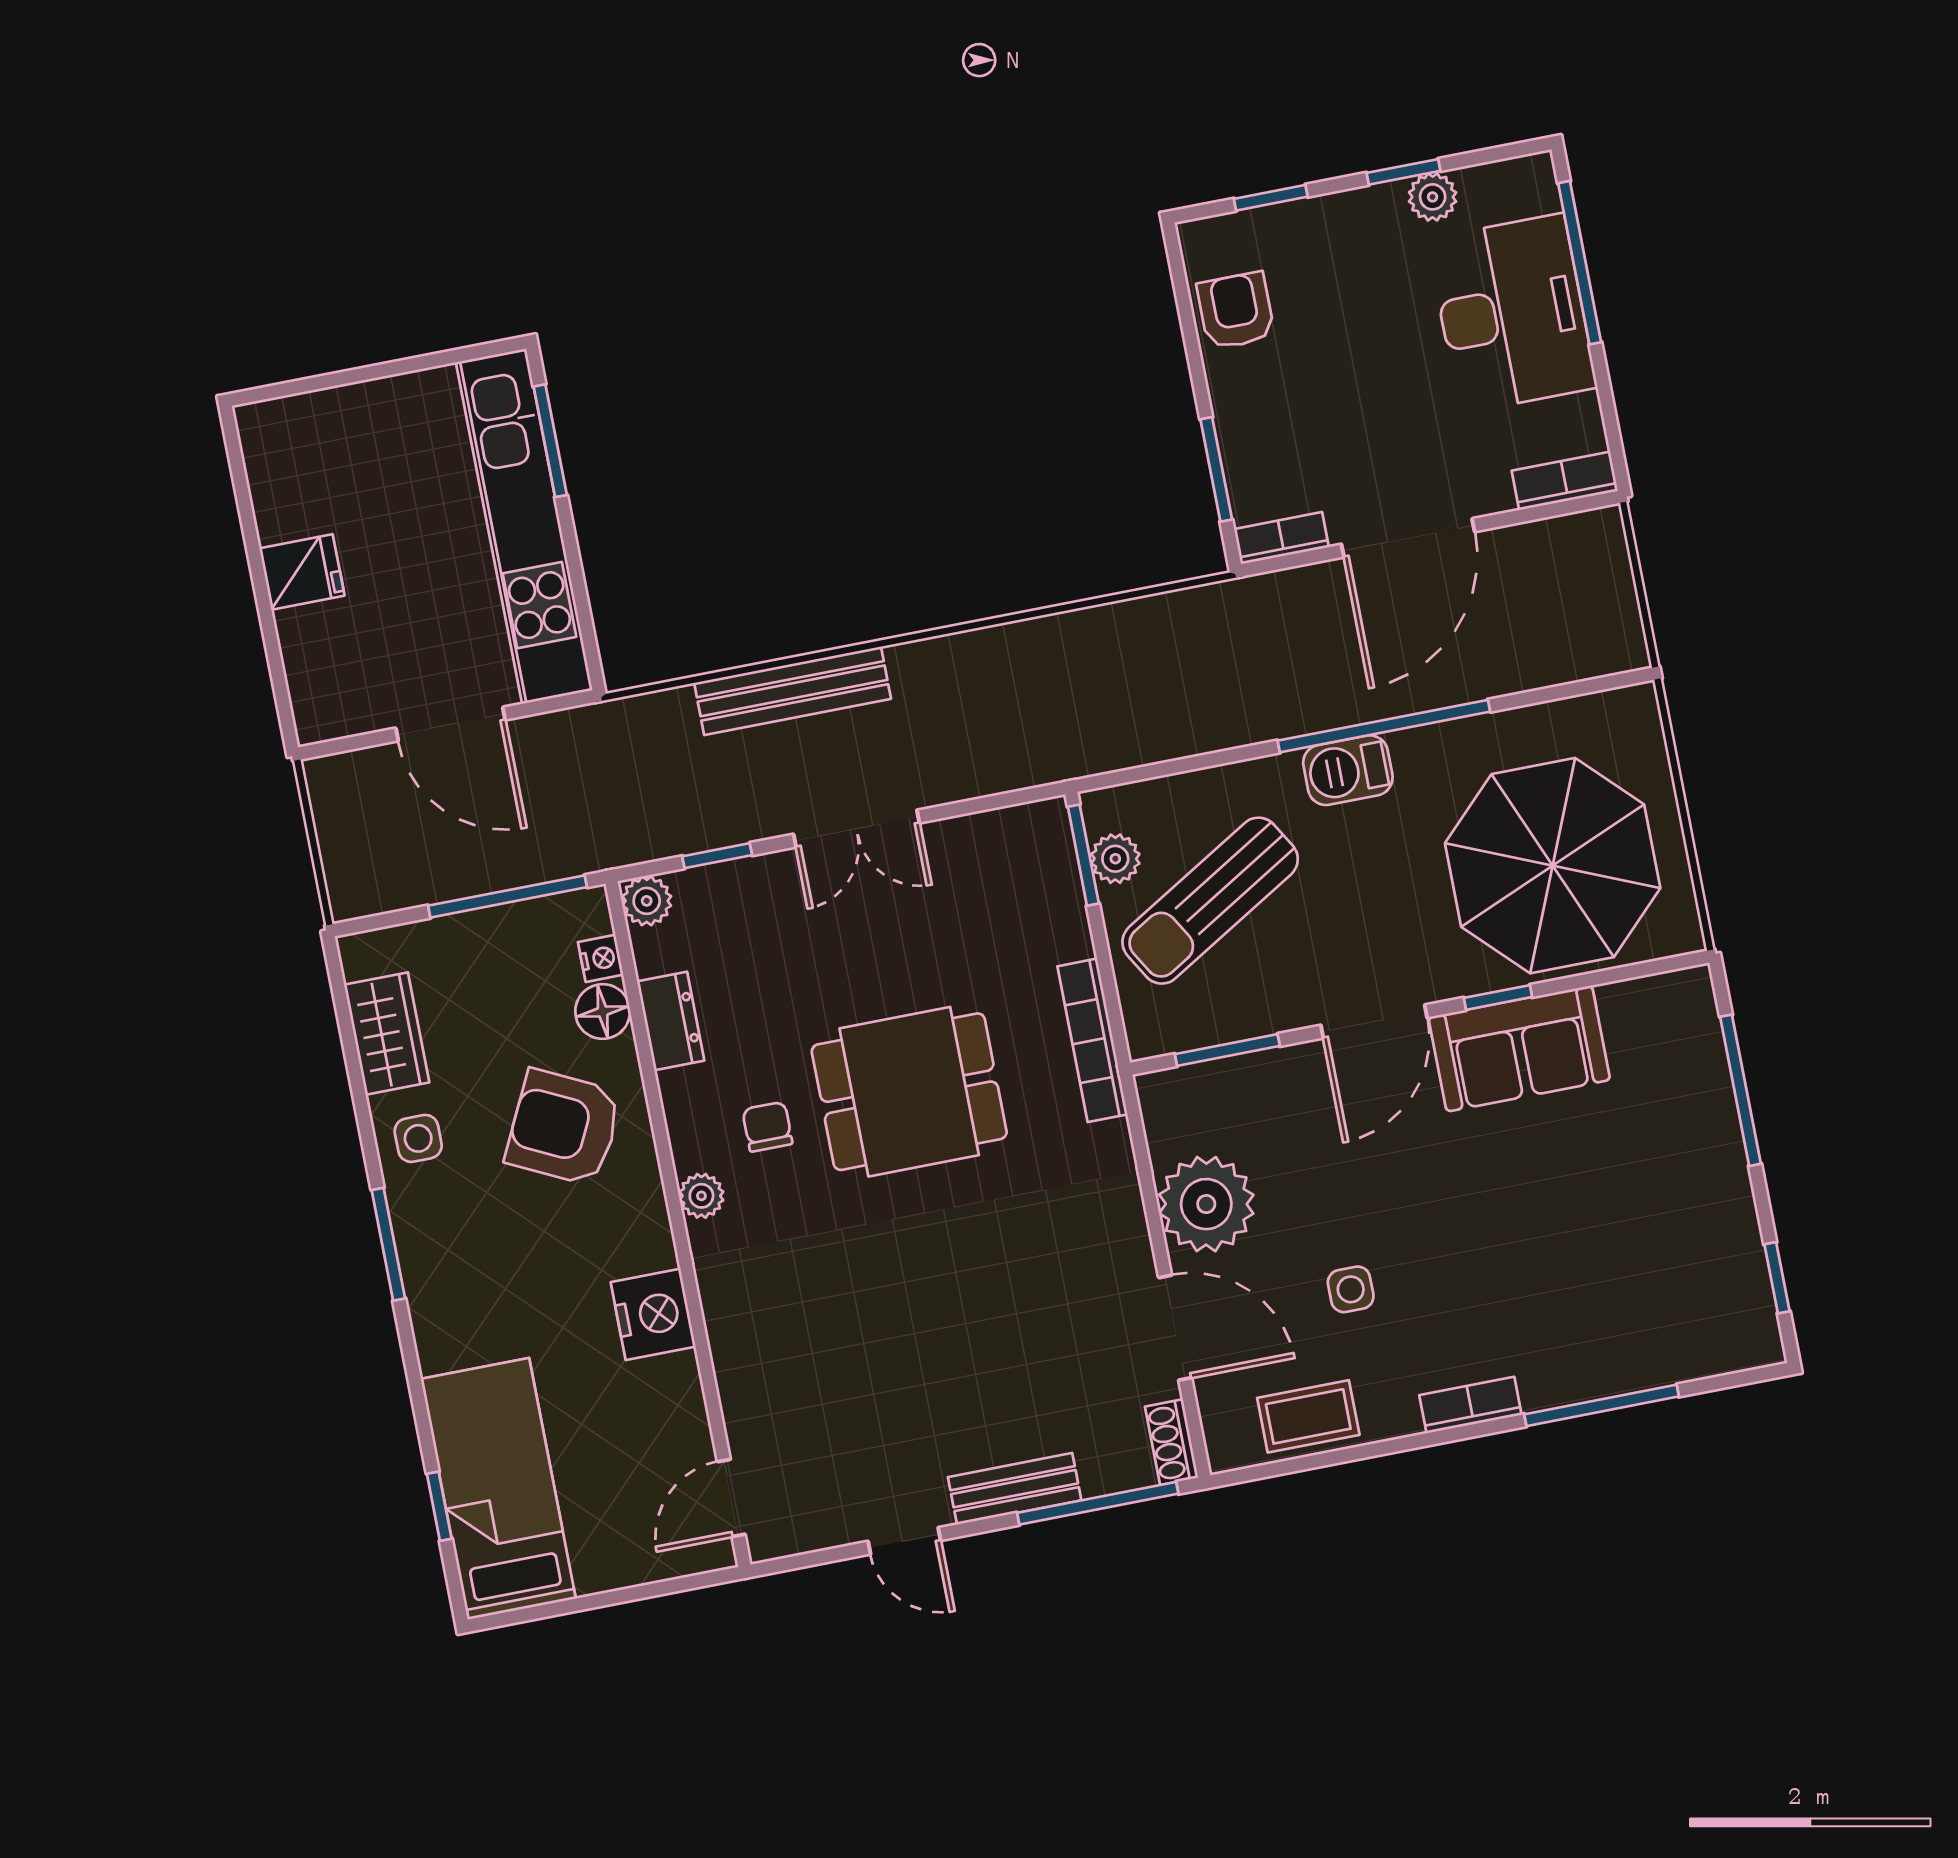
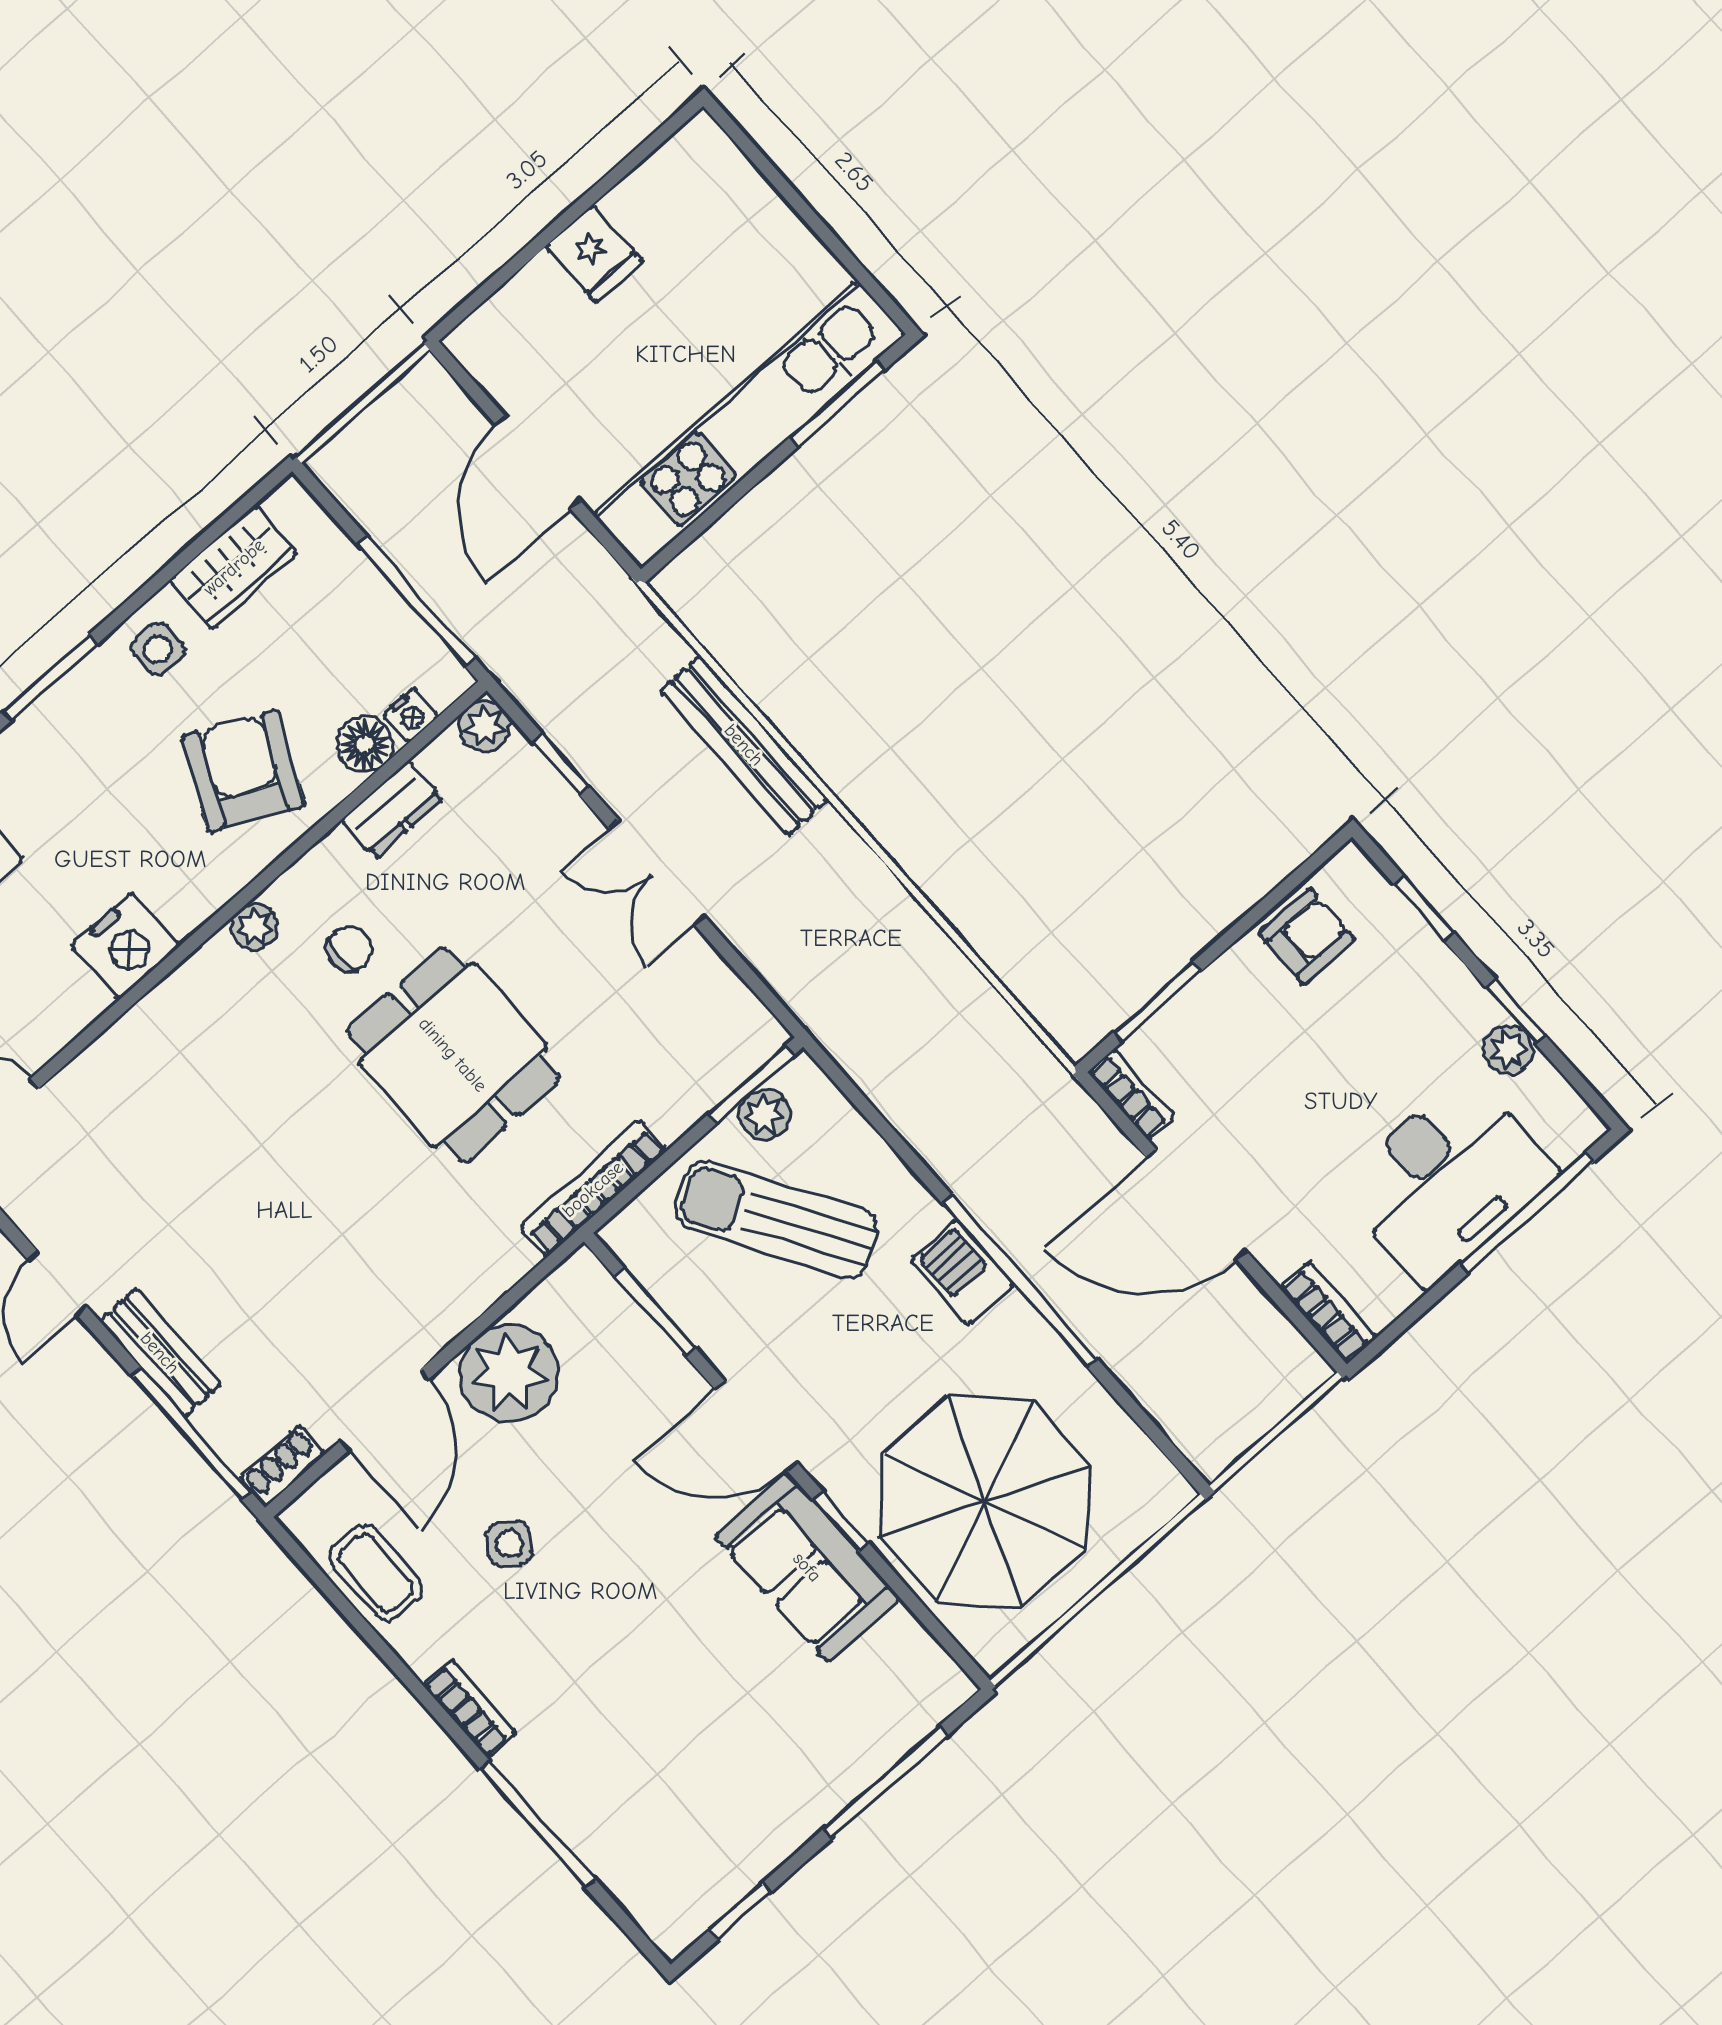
side table: (1351, 1289) -> (509, 1544), turned 36

